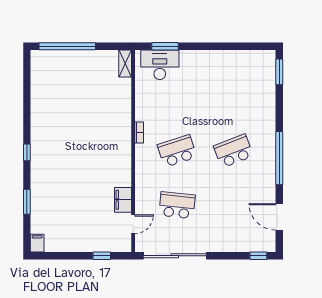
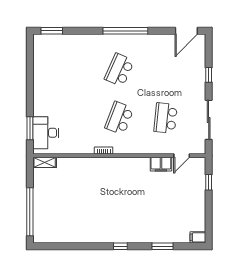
school desk: (177, 151) -> (119, 118), turned 39
school desk: (233, 151) -> (119, 70), turned 45
door: (279, 217) -> (186, 31), moved
door: (133, 224) -> (182, 156), swing flipped
sliding door: (175, 256) -> (209, 120), width x0.73
window: (258, 256) -> (209, 75), moved

